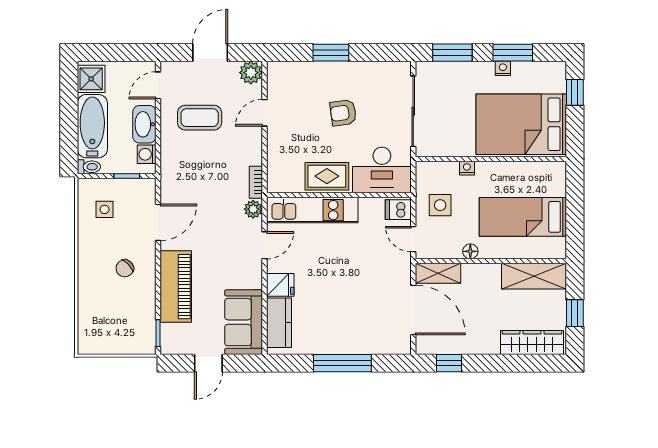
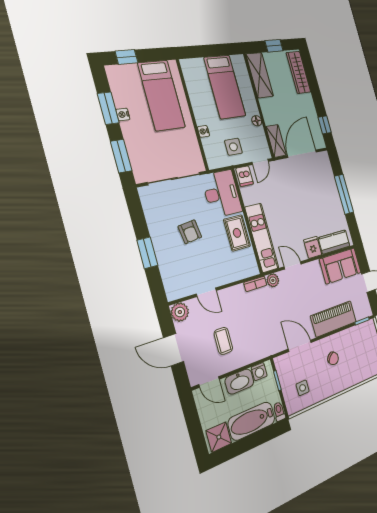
coffee table: (200, 118) -> (223, 341), width x0.73, depth x0.77
bed: (521, 124) -> (161, 95), width x0.67

